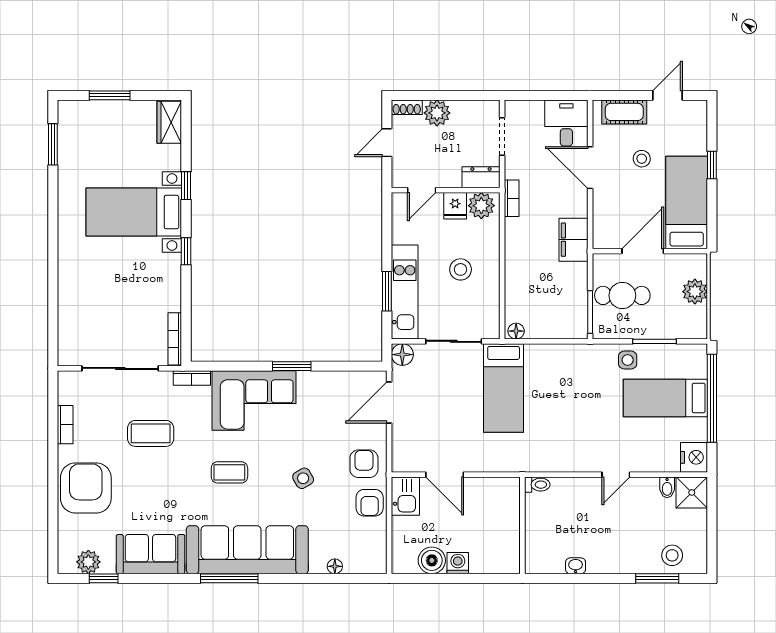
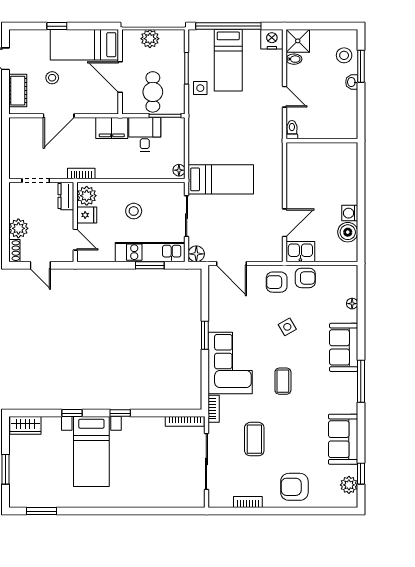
desk: (566, 123) -> (145, 134), moved, turned 90
toilet: (537, 485) -> (292, 130), moved
armchair: (86, 488) -> (294, 487), width x0.73, depth x0.73
wall: (522, 525) -> (322, 141), moved
sofa: (247, 550) -> (344, 347), width x0.54, depth x0.79
washbasin: (576, 566) -> (352, 82), moved

